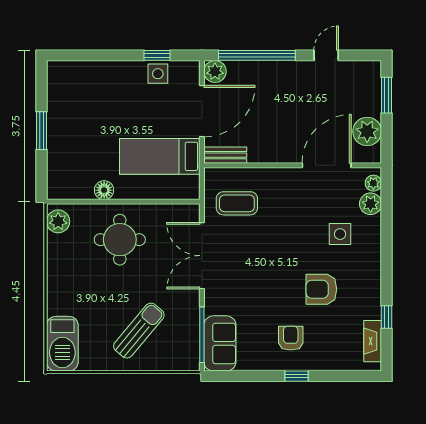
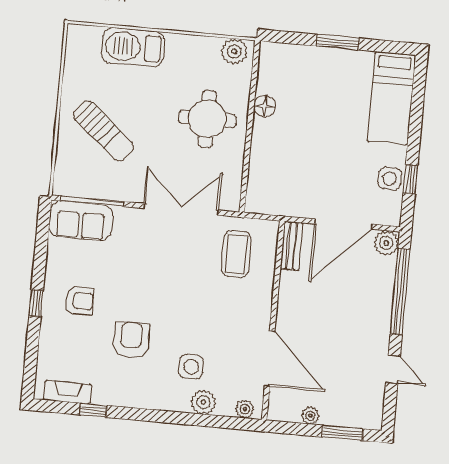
door: (202, 111) -> (343, 224), hinge flipped
plant: (367, 131) -> (310, 416), width x0.53, depth x0.53
bed: (160, 156) -> (392, 98), moved, turned 180
plant: (371, 204) -> (203, 402), moved
barbecue: (62, 344) -> (133, 47), moved

